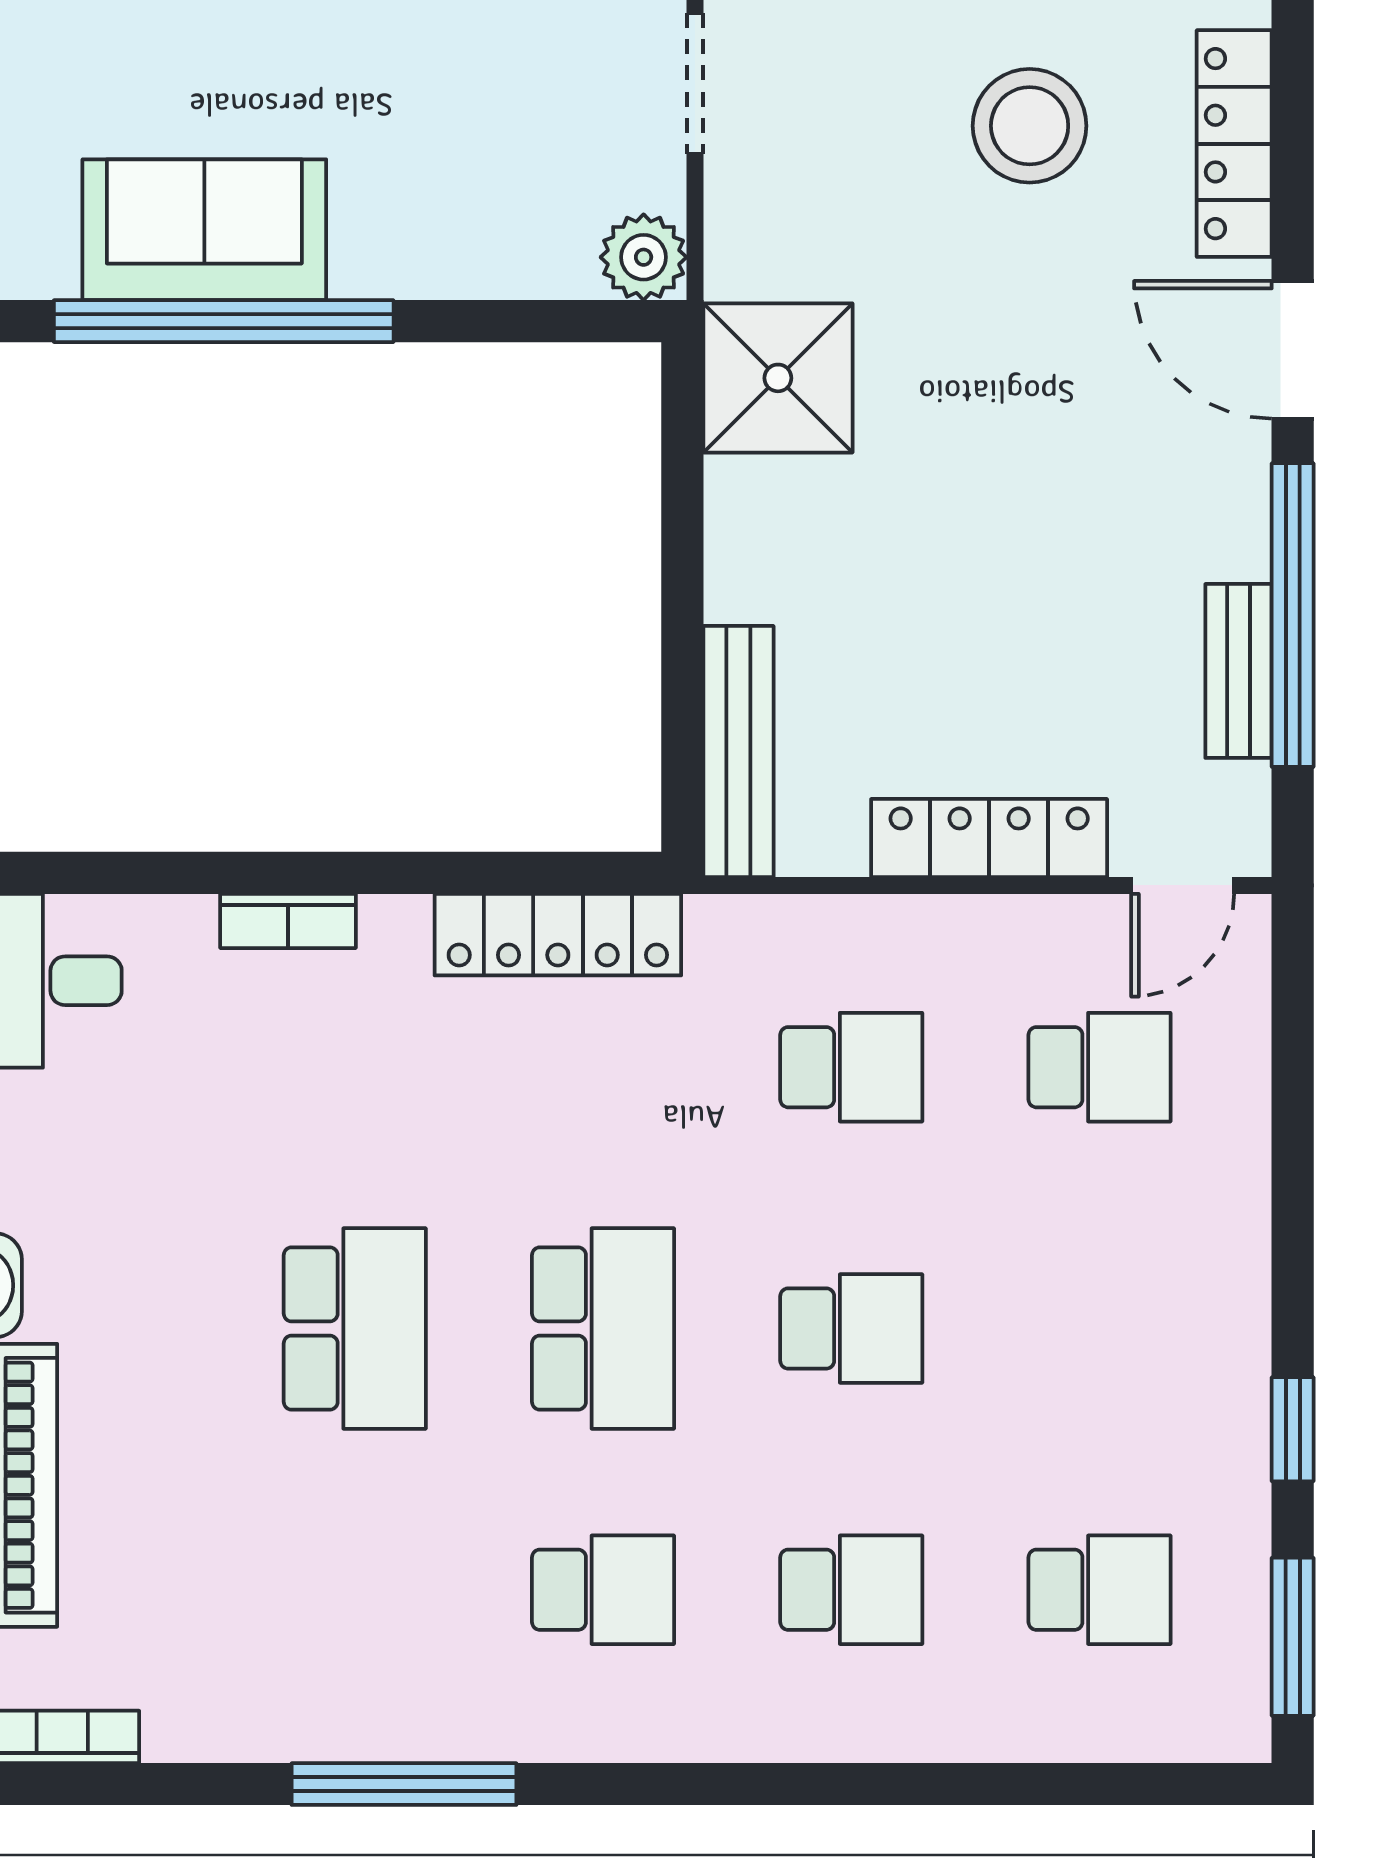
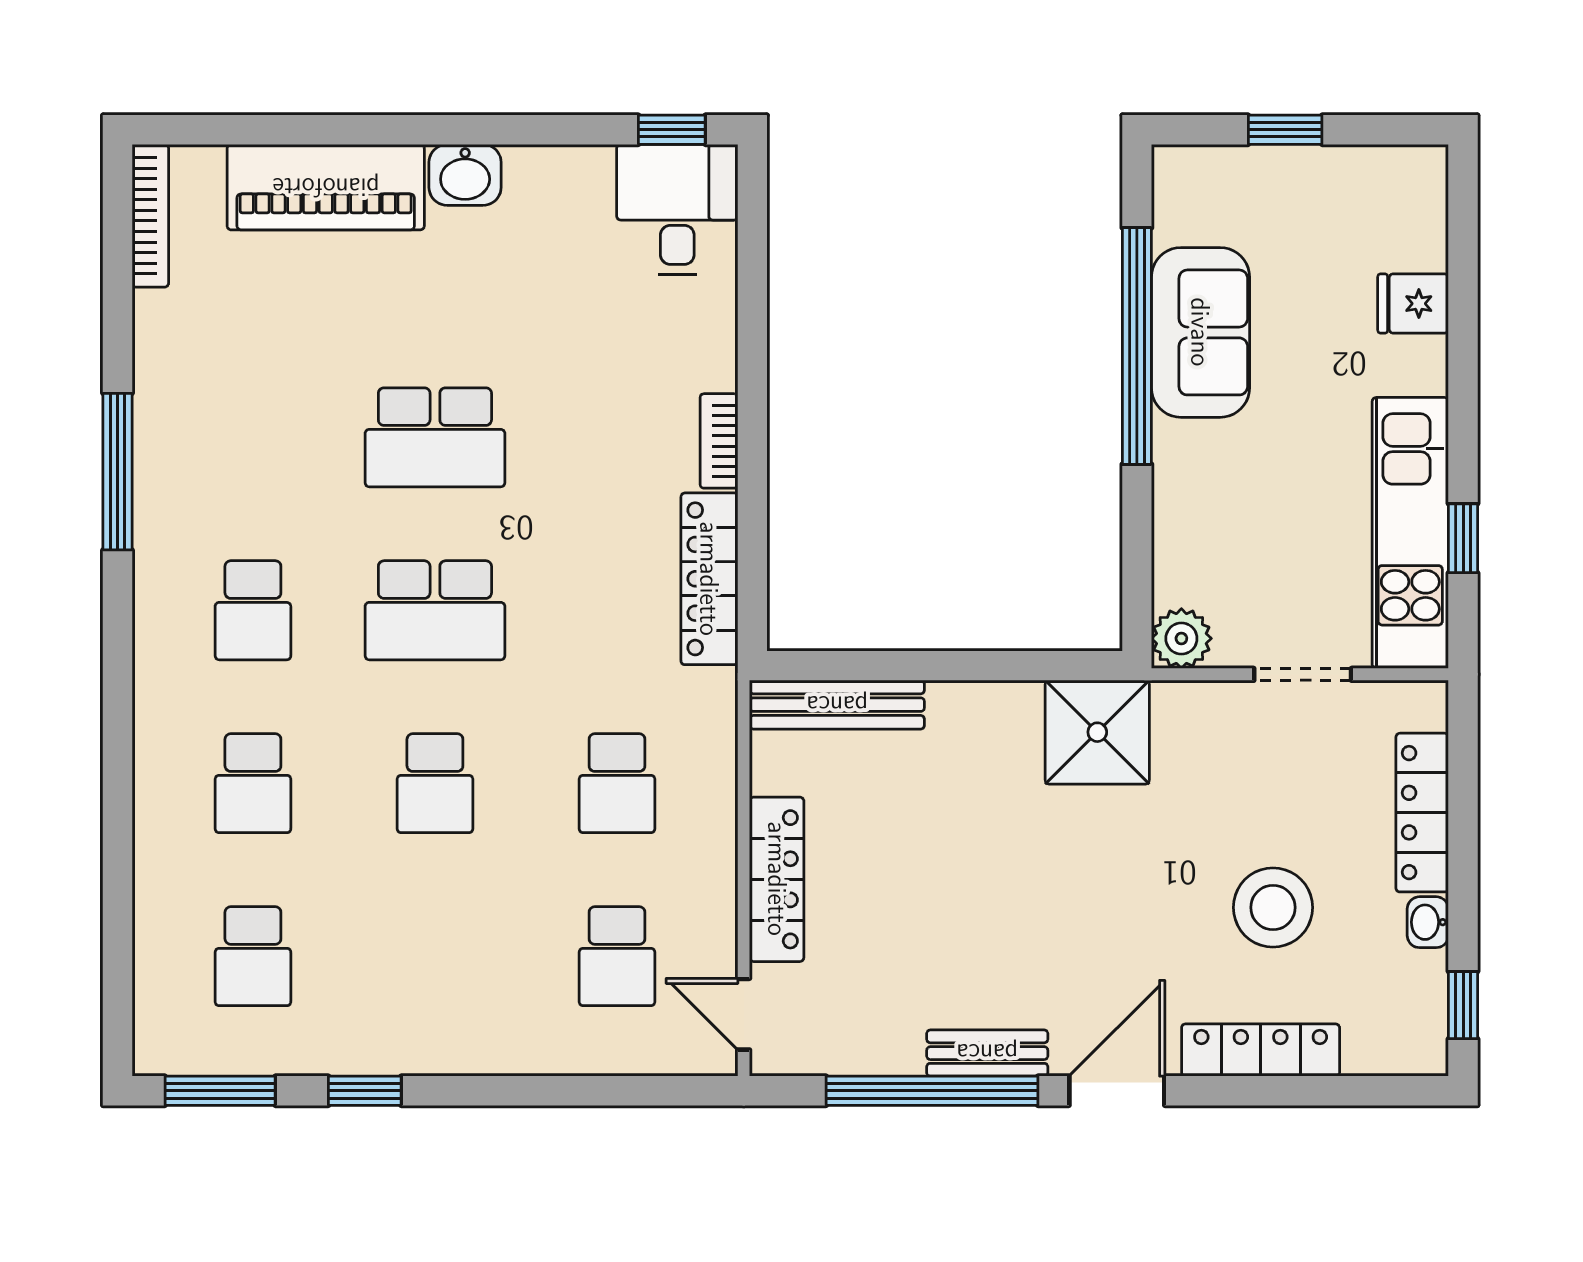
bench: (1238, 671) -> (987, 1053), moved
bookcase: (288, 921) -> (719, 441), moved

